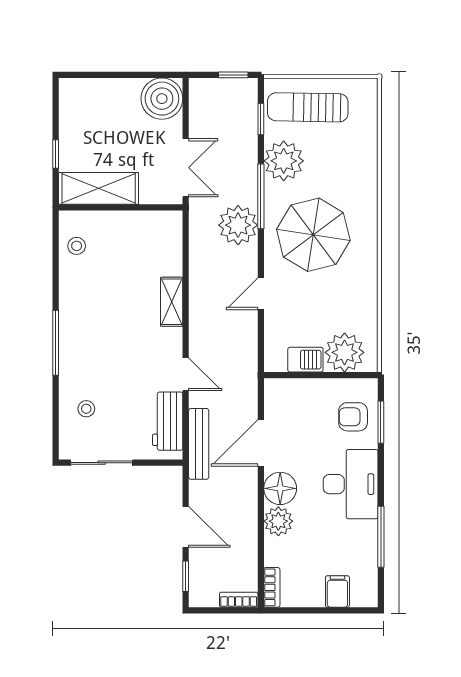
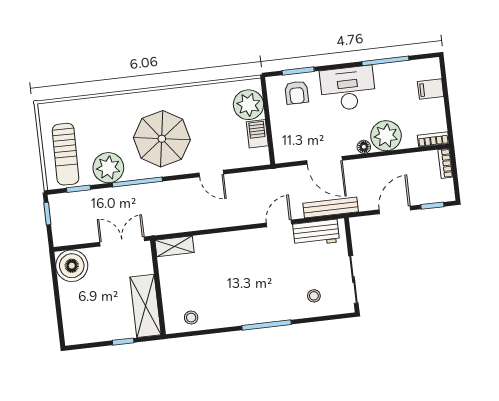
plant: (238, 225) -> (161, 197), removed
shelving: (172, 302) -> (174, 246), moved
floor lamp: (280, 488) -> (364, 147), width x0.53, depth x0.53
plant: (278, 521) -> (386, 136), width x1.36, depth x1.36

